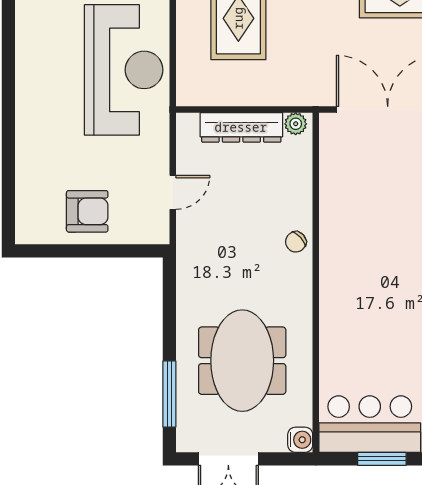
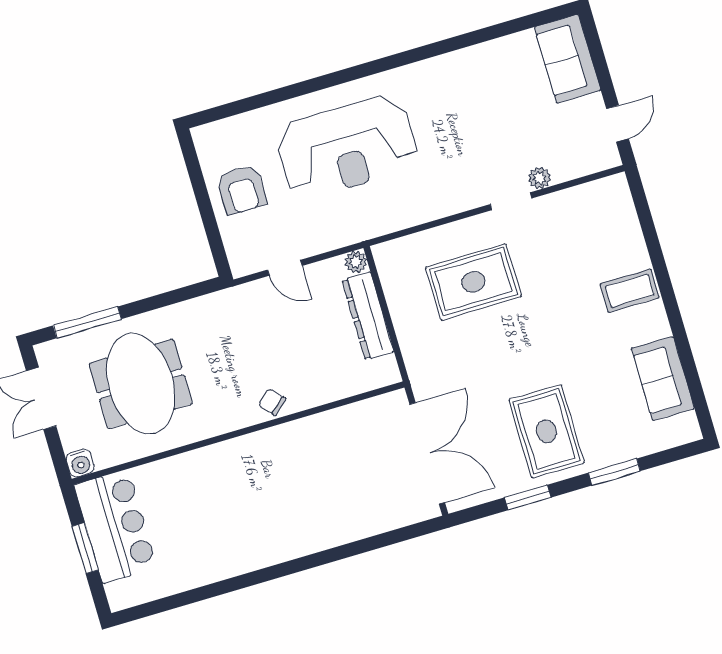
reception desk: (124, 70) -> (347, 147), moved
plant: (296, 124) -> (356, 262), moved
meeting table: (242, 361) -> (141, 384), turned 90

